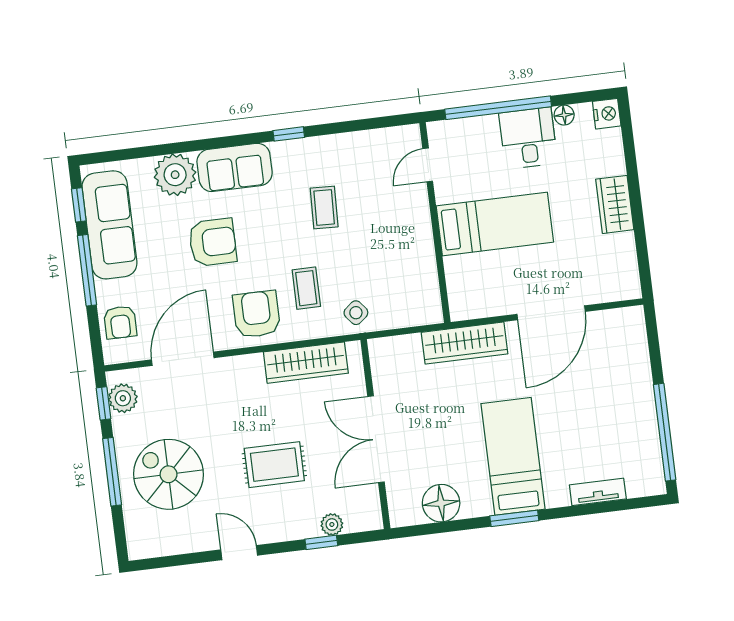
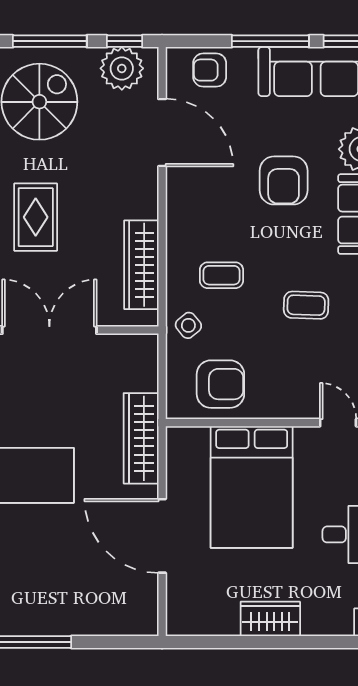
bed: (495, 224) -> (252, 487), width x1.50
armchair: (256, 314) -> (220, 384), moved
plant: (123, 398) -> (122, 68), width x1.36, depth x1.36

